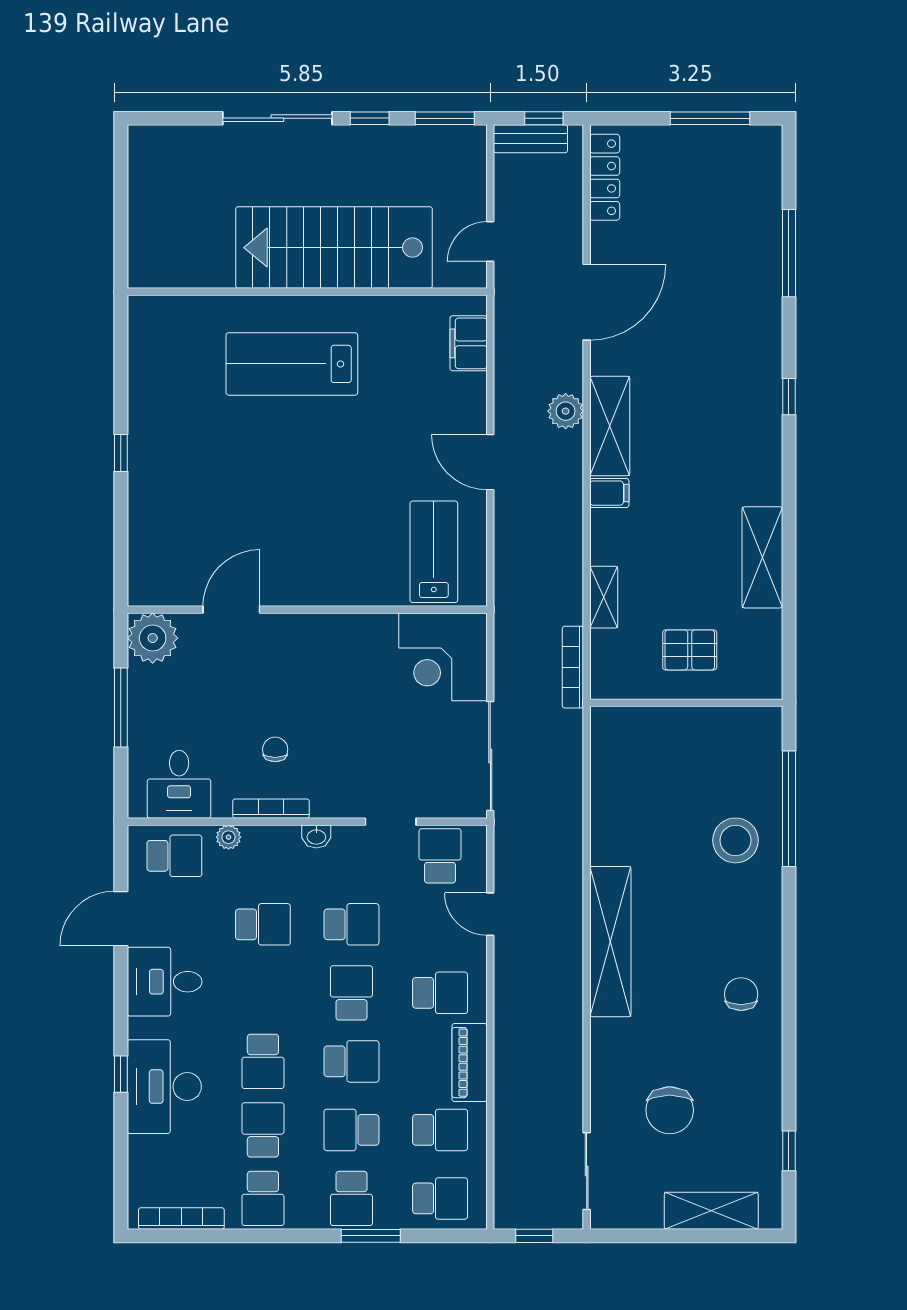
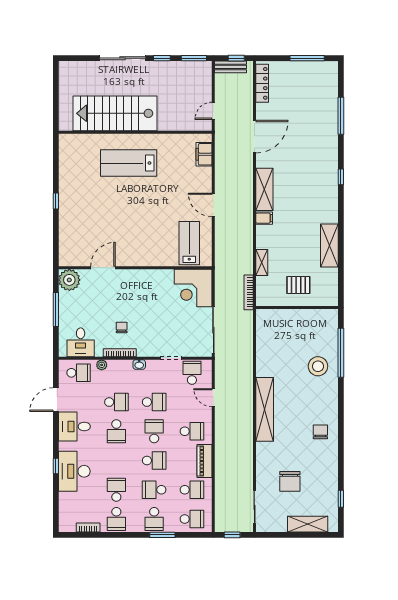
stairs: (334, 248) -> (115, 113), moved
plant: (566, 411) -> (245, 183), removed
school desk: (263, 1061) -> (116, 431), moved
bookcase: (181, 1219) -> (88, 528), width x0.64

